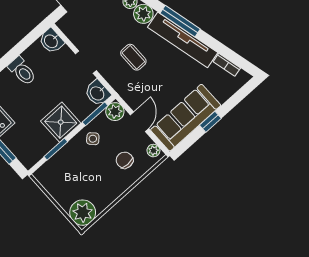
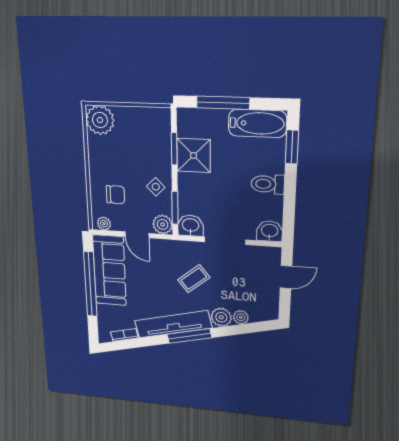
coffee table: (133, 57) -> (194, 279), turned -39
doorway: (86, 62) -> (225, 241), width x1.38
shower: (61, 122) -> (194, 155), moved
window: (210, 122) -> (90, 284), width x3.17

